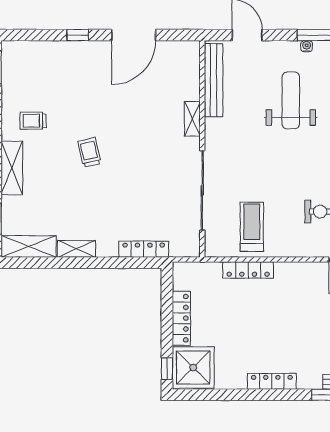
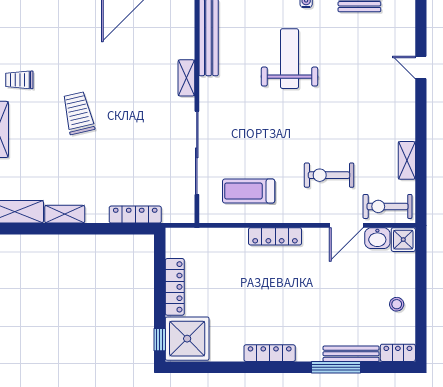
trolley: (89, 152) -> (78, 113), width x1.36, depth x1.39
treadmill: (252, 227) -> (249, 191), turned -90
locker: (248, 270) -> (275, 236), moved

